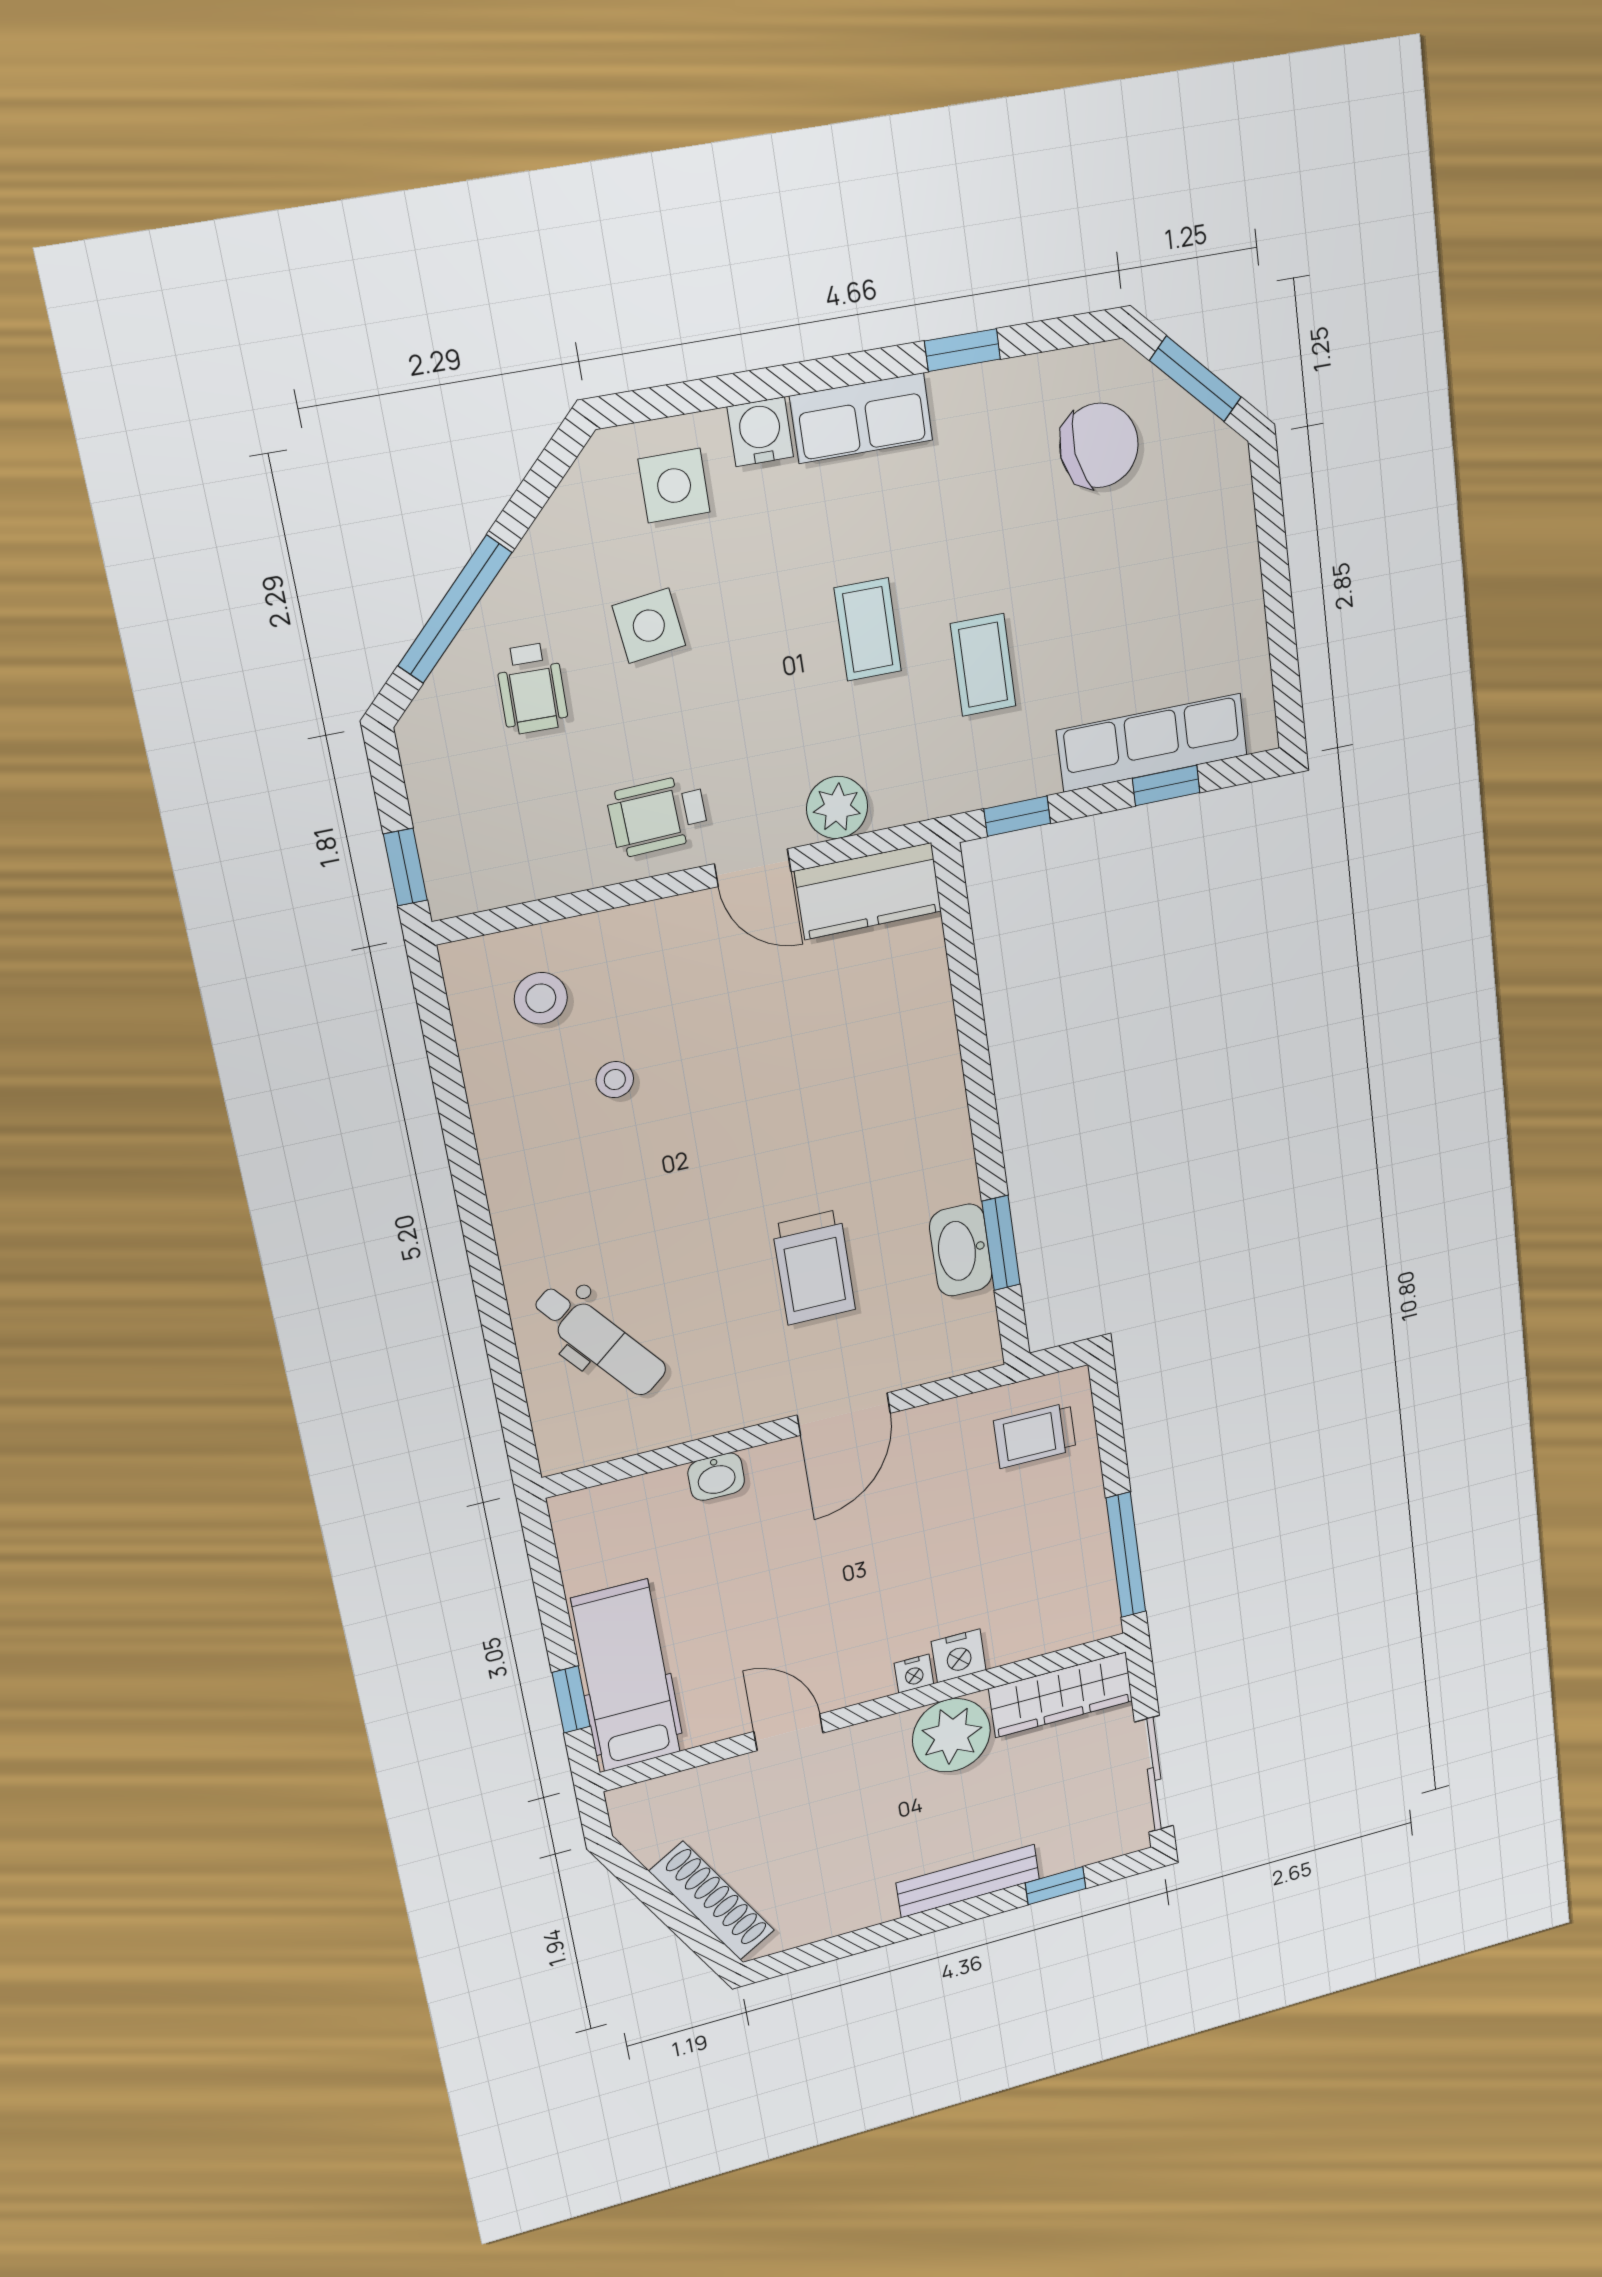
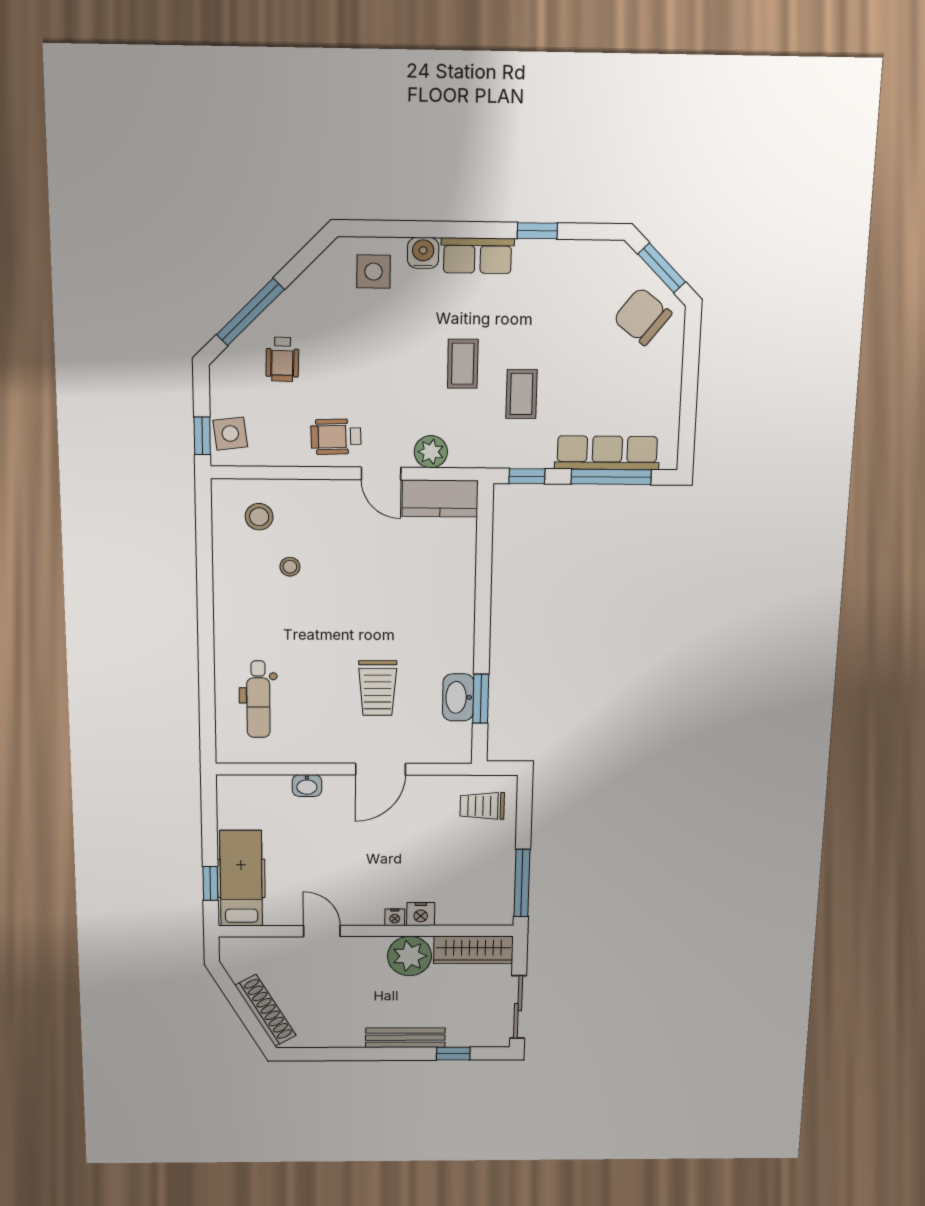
chair: (1099, 445) -> (642, 316), moved, turned -134
side table: (649, 626) -> (230, 434), moved
window: (1166, 785) -> (611, 477), width x2.17
dental chair: (600, 1340) -> (258, 699), turned 39

